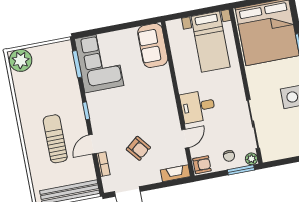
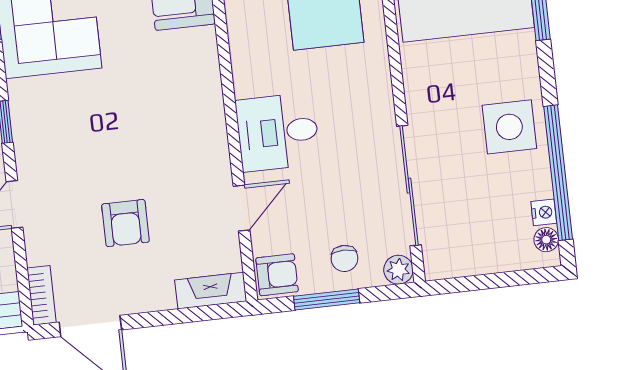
armchair: (138, 148) -> (125, 223), turned 39
bookcase: (103, 164) -> (42, 295), moved
window: (241, 170) -> (327, 299), moved

